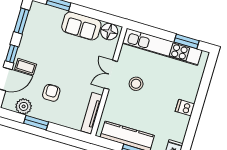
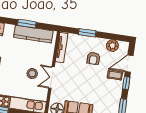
double door: (111, 75) -> (52, 77), swing flipped
window: (36, 123) -> (87, 33), moved

